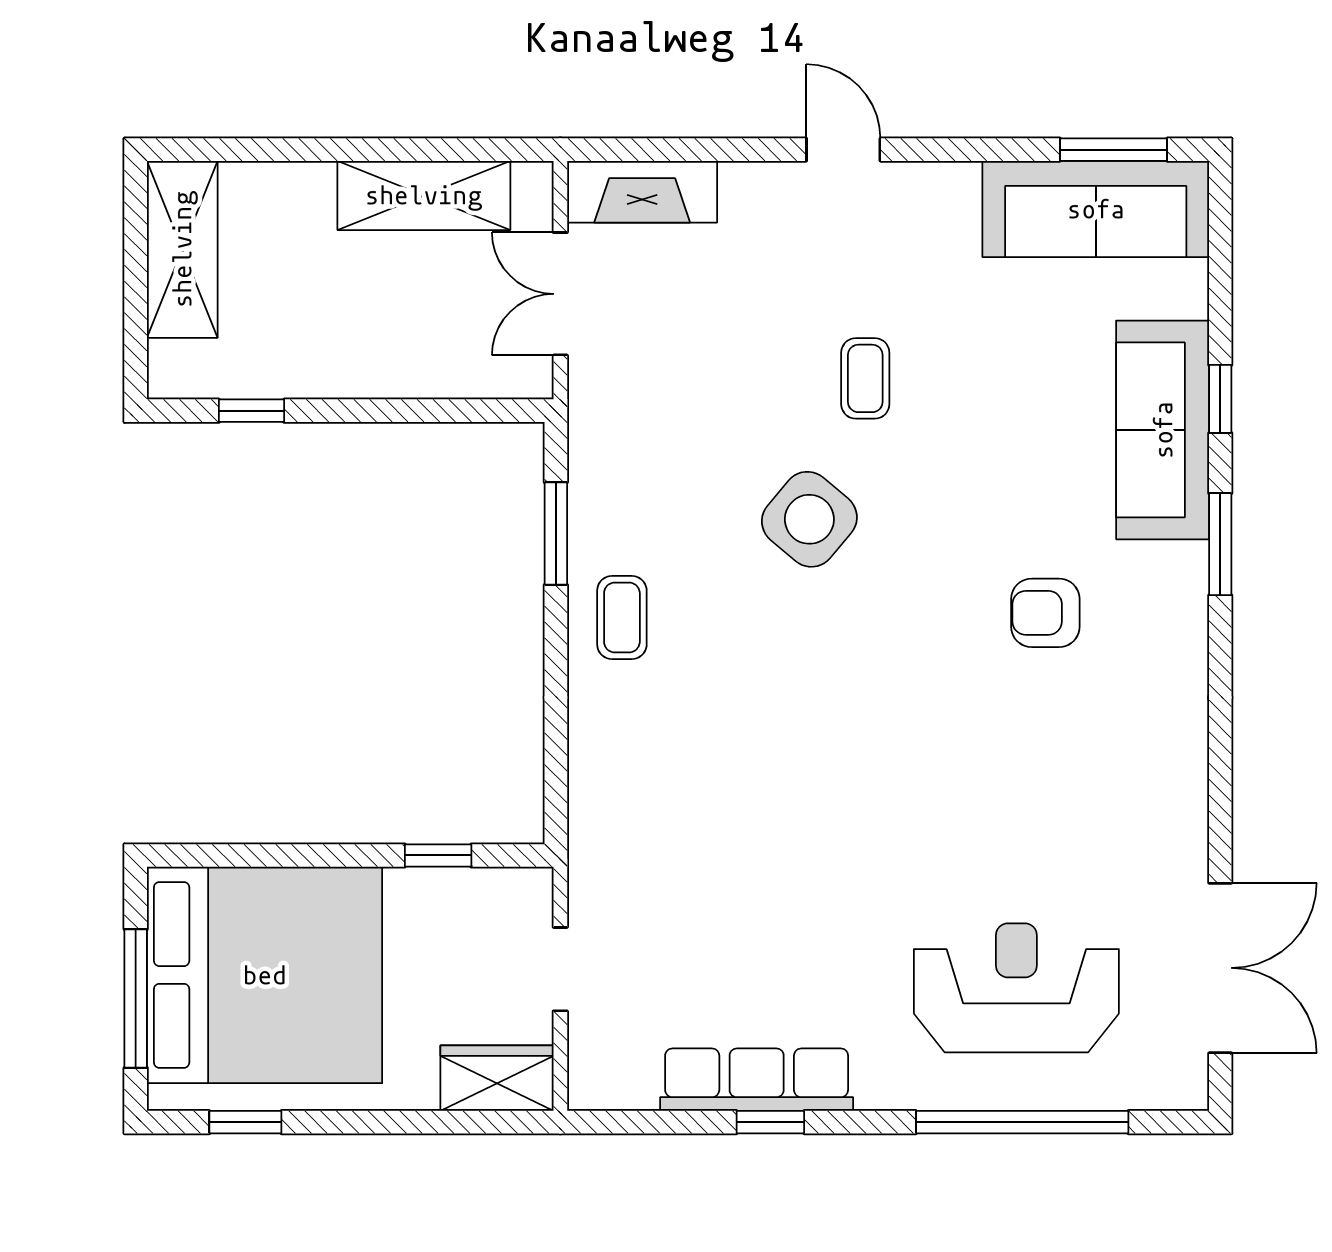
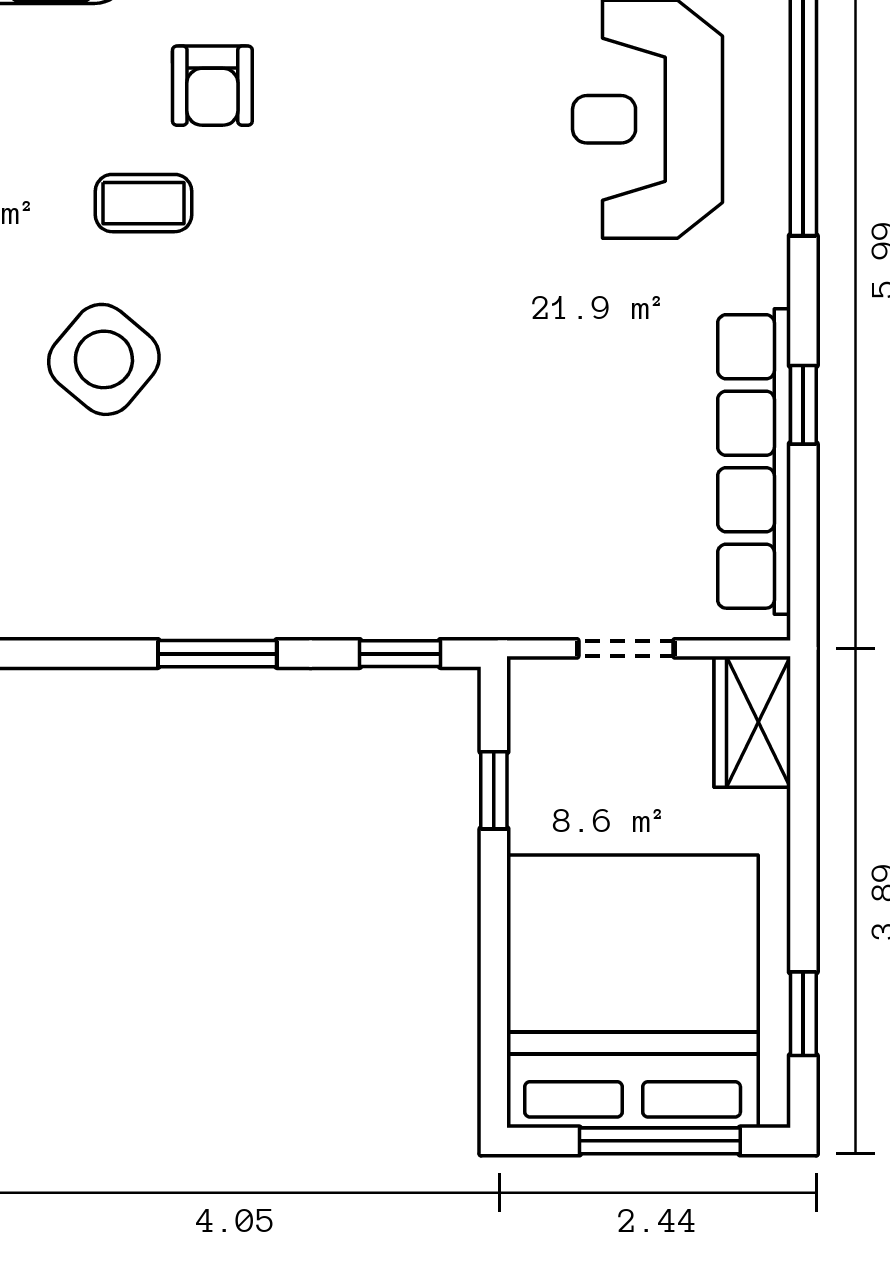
window: (556, 534) -> (217, 654), moved
coffee table: (622, 618) -> (143, 203), moved
window: (556, 775) -> (400, 654), added
row of seats: (757, 1080) -> (754, 461), width x1.36

